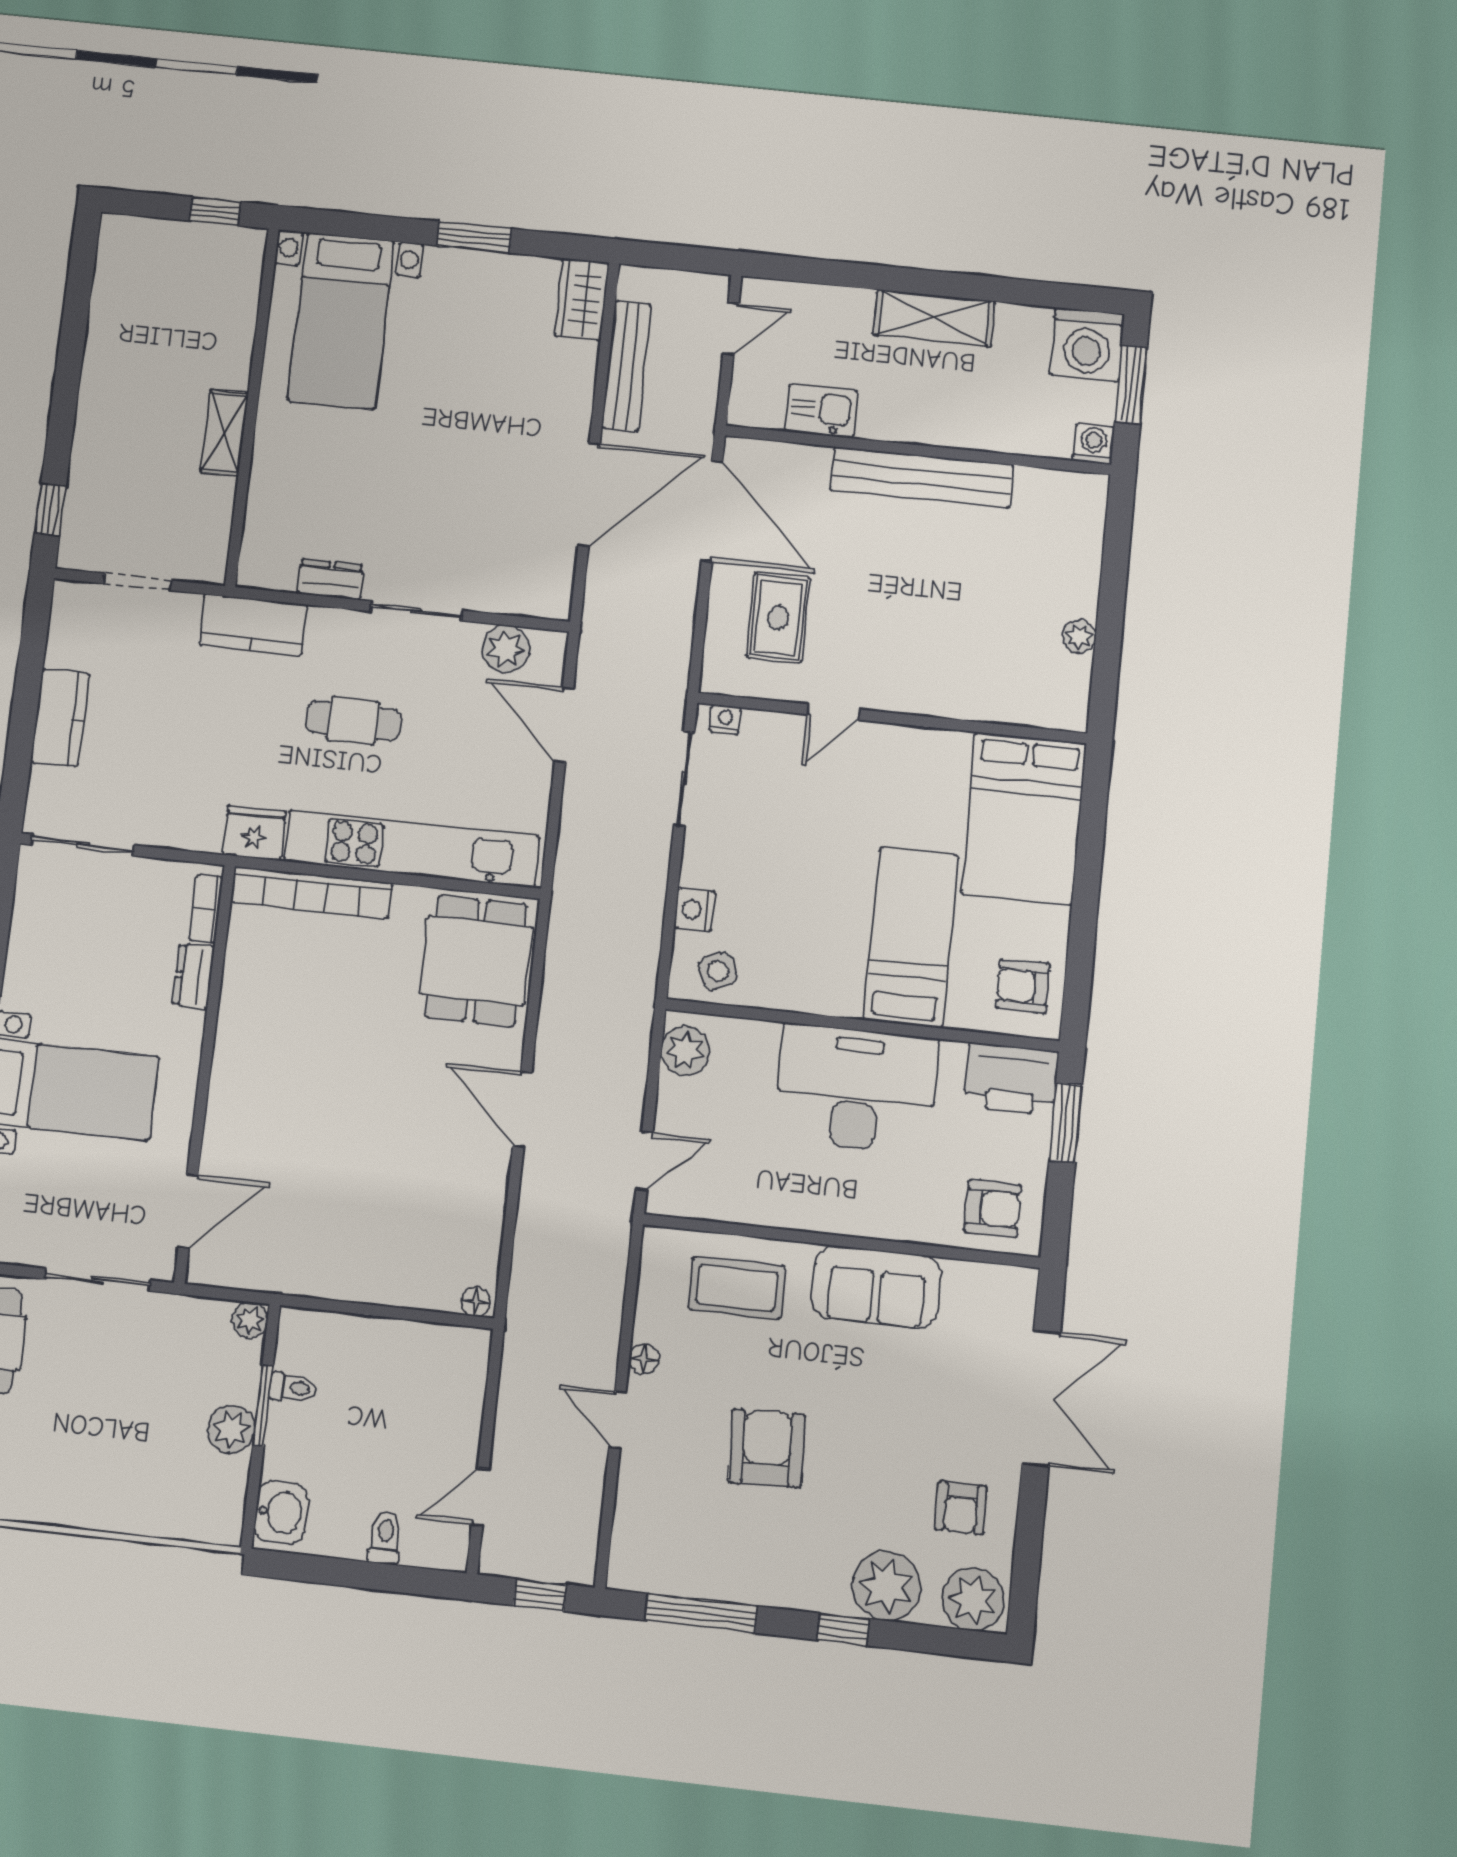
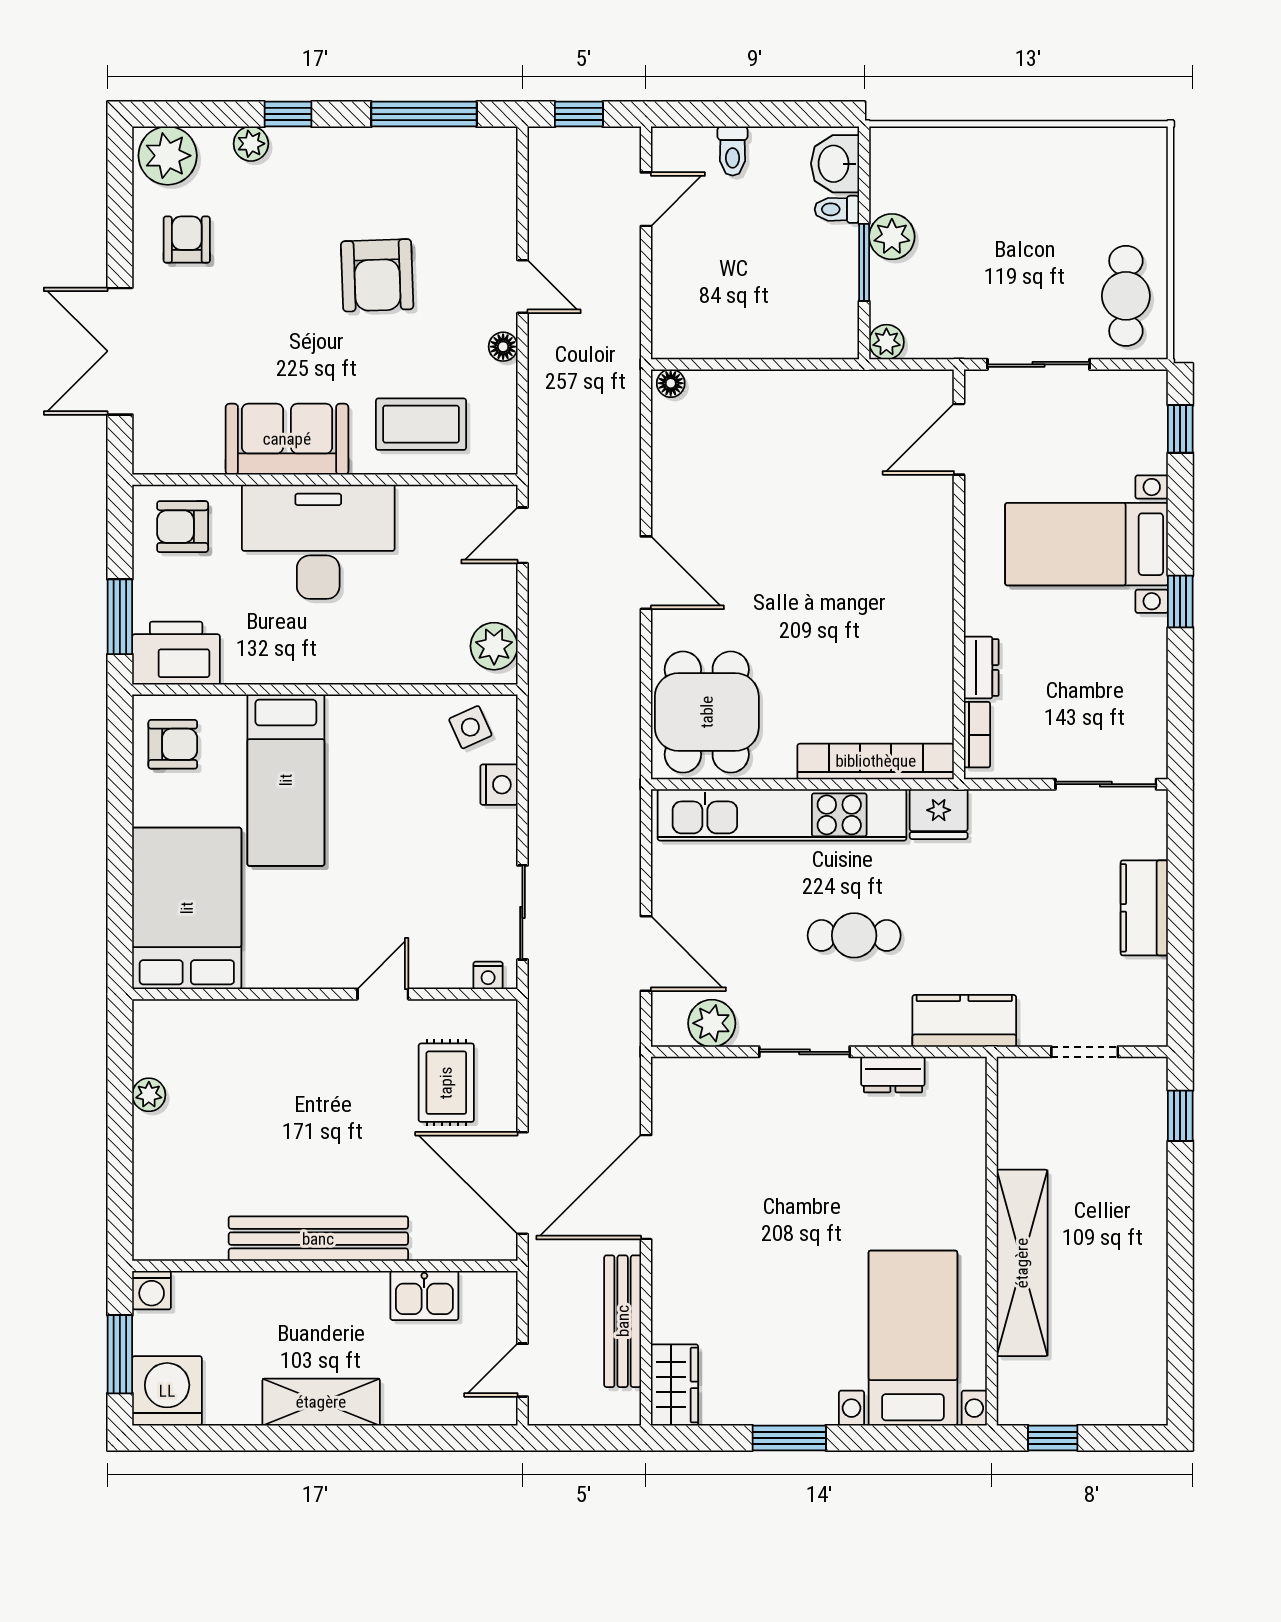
shelving: (225, 432) -> (1022, 1263), width x2.20, depth x1.33
desk: (856, 1089) -> (318, 542), moved, turned 180
toilet: (293, 1388) -> (837, 209), moved
plant: (886, 1586) -> (251, 144), width x0.53, depth x0.53

